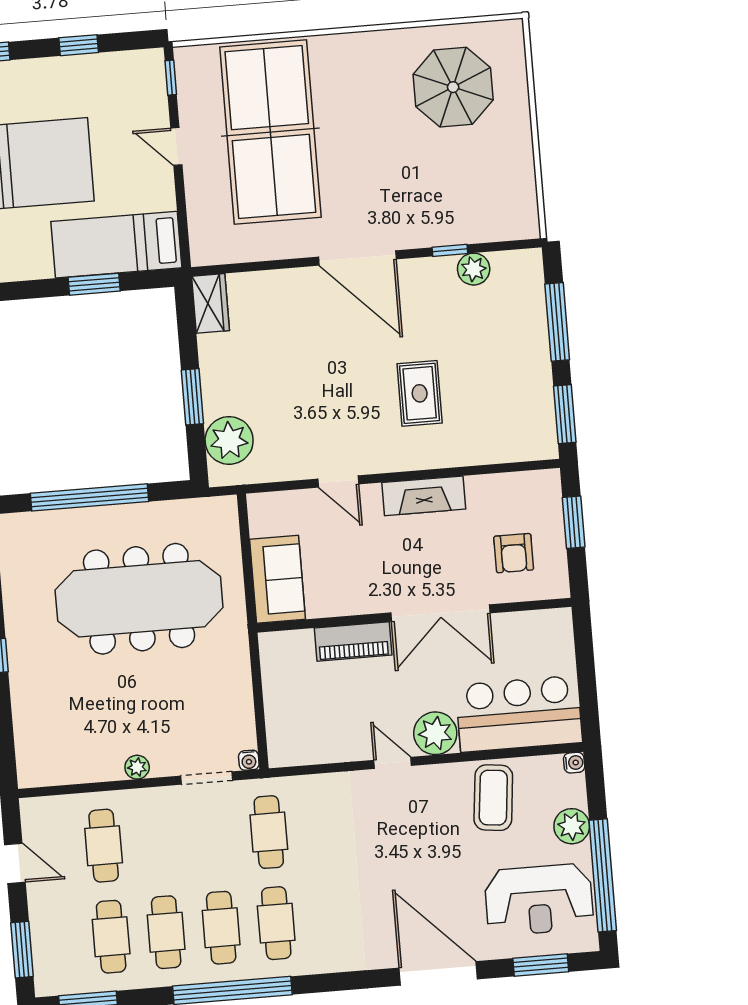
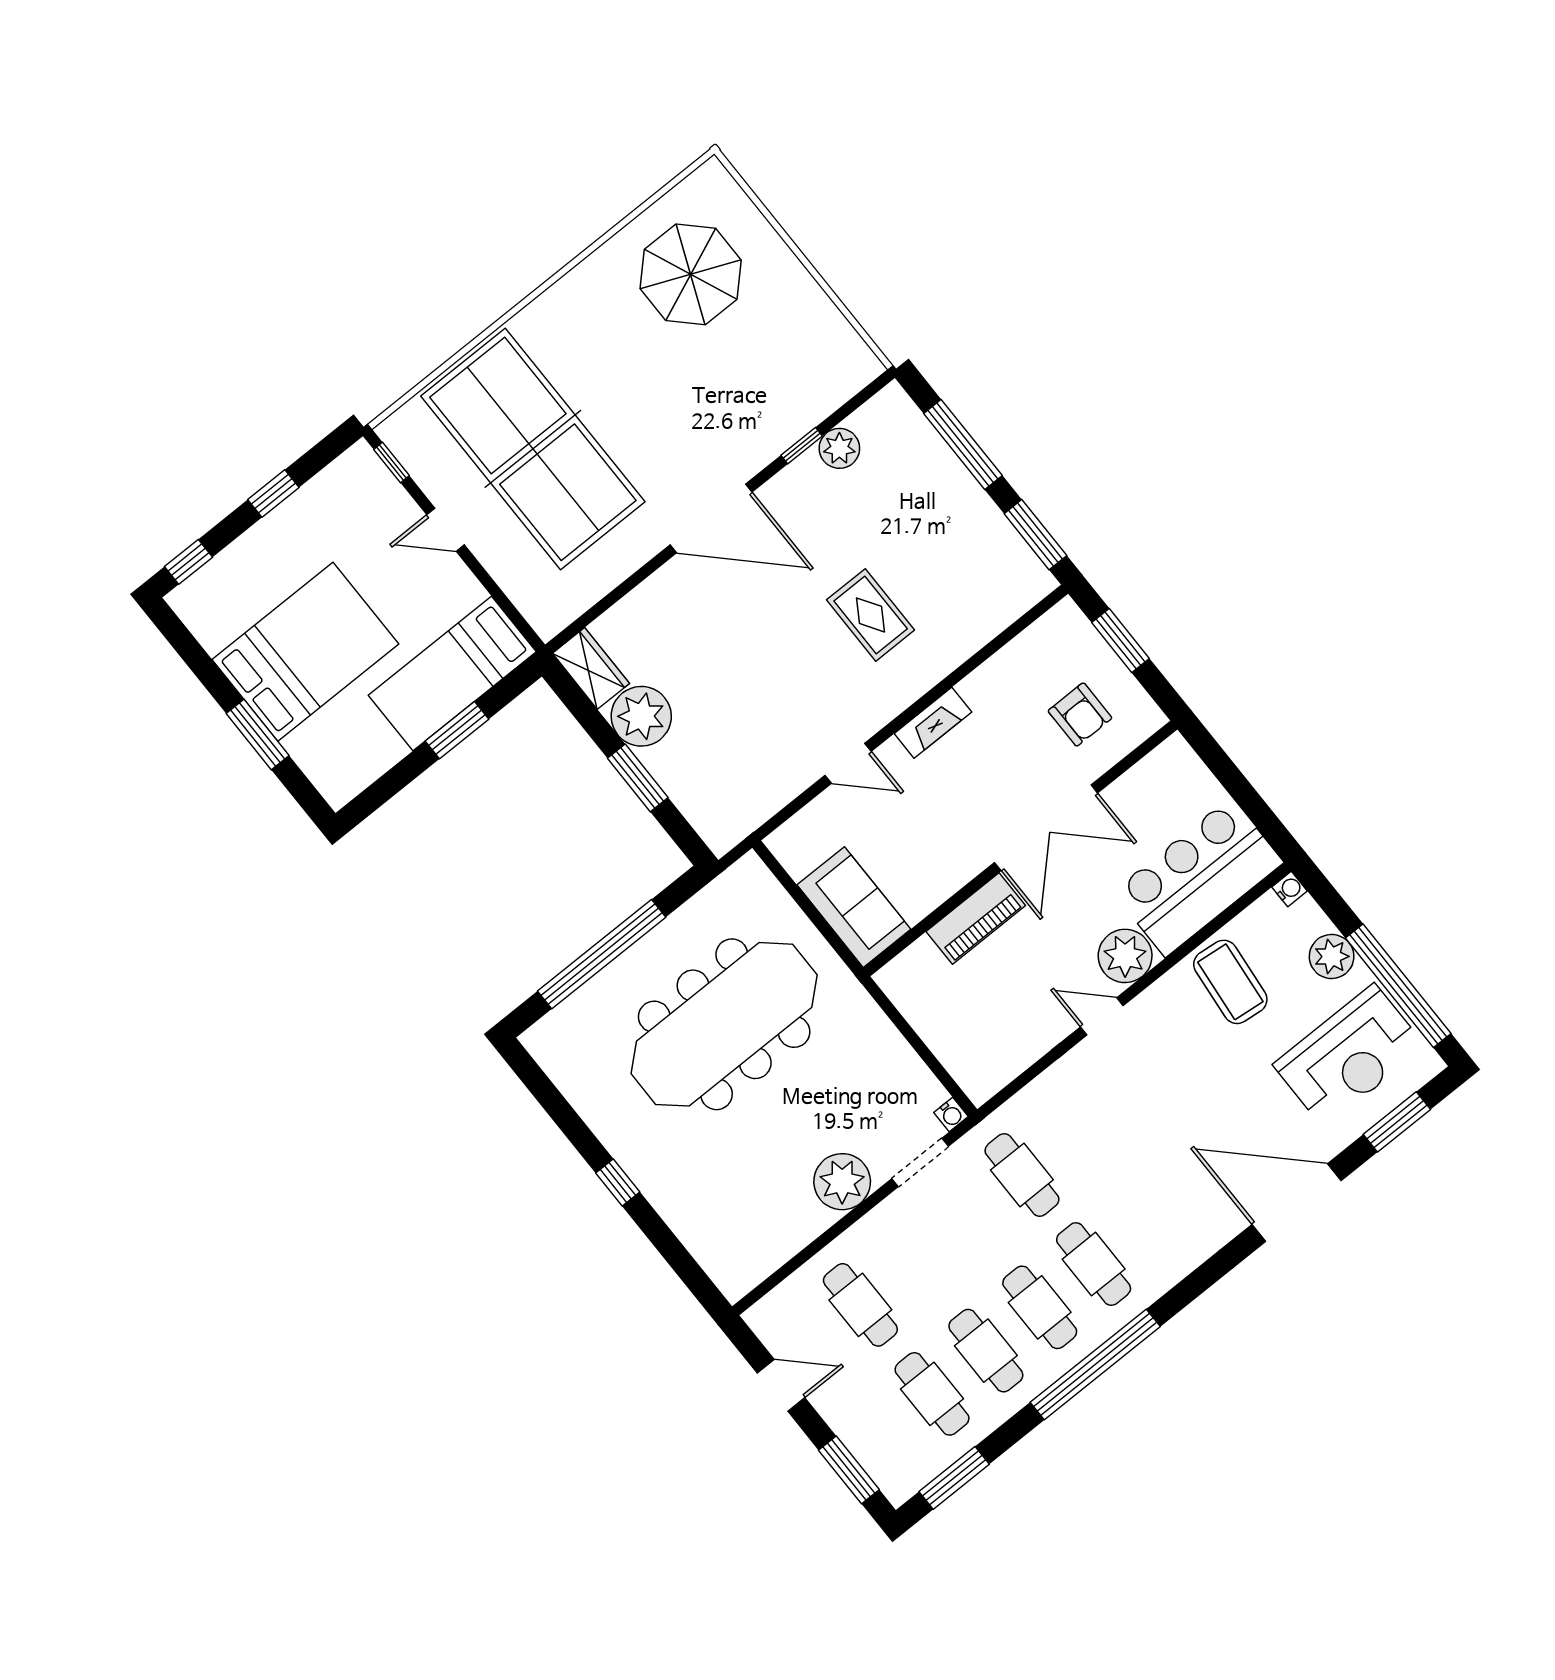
plant: (229, 440) -> (641, 716), moved
fireplace: (424, 496) -> (933, 723), width x0.73, depth x0.76
plant: (137, 767) -> (842, 1182), width x1.88, depth x1.88

